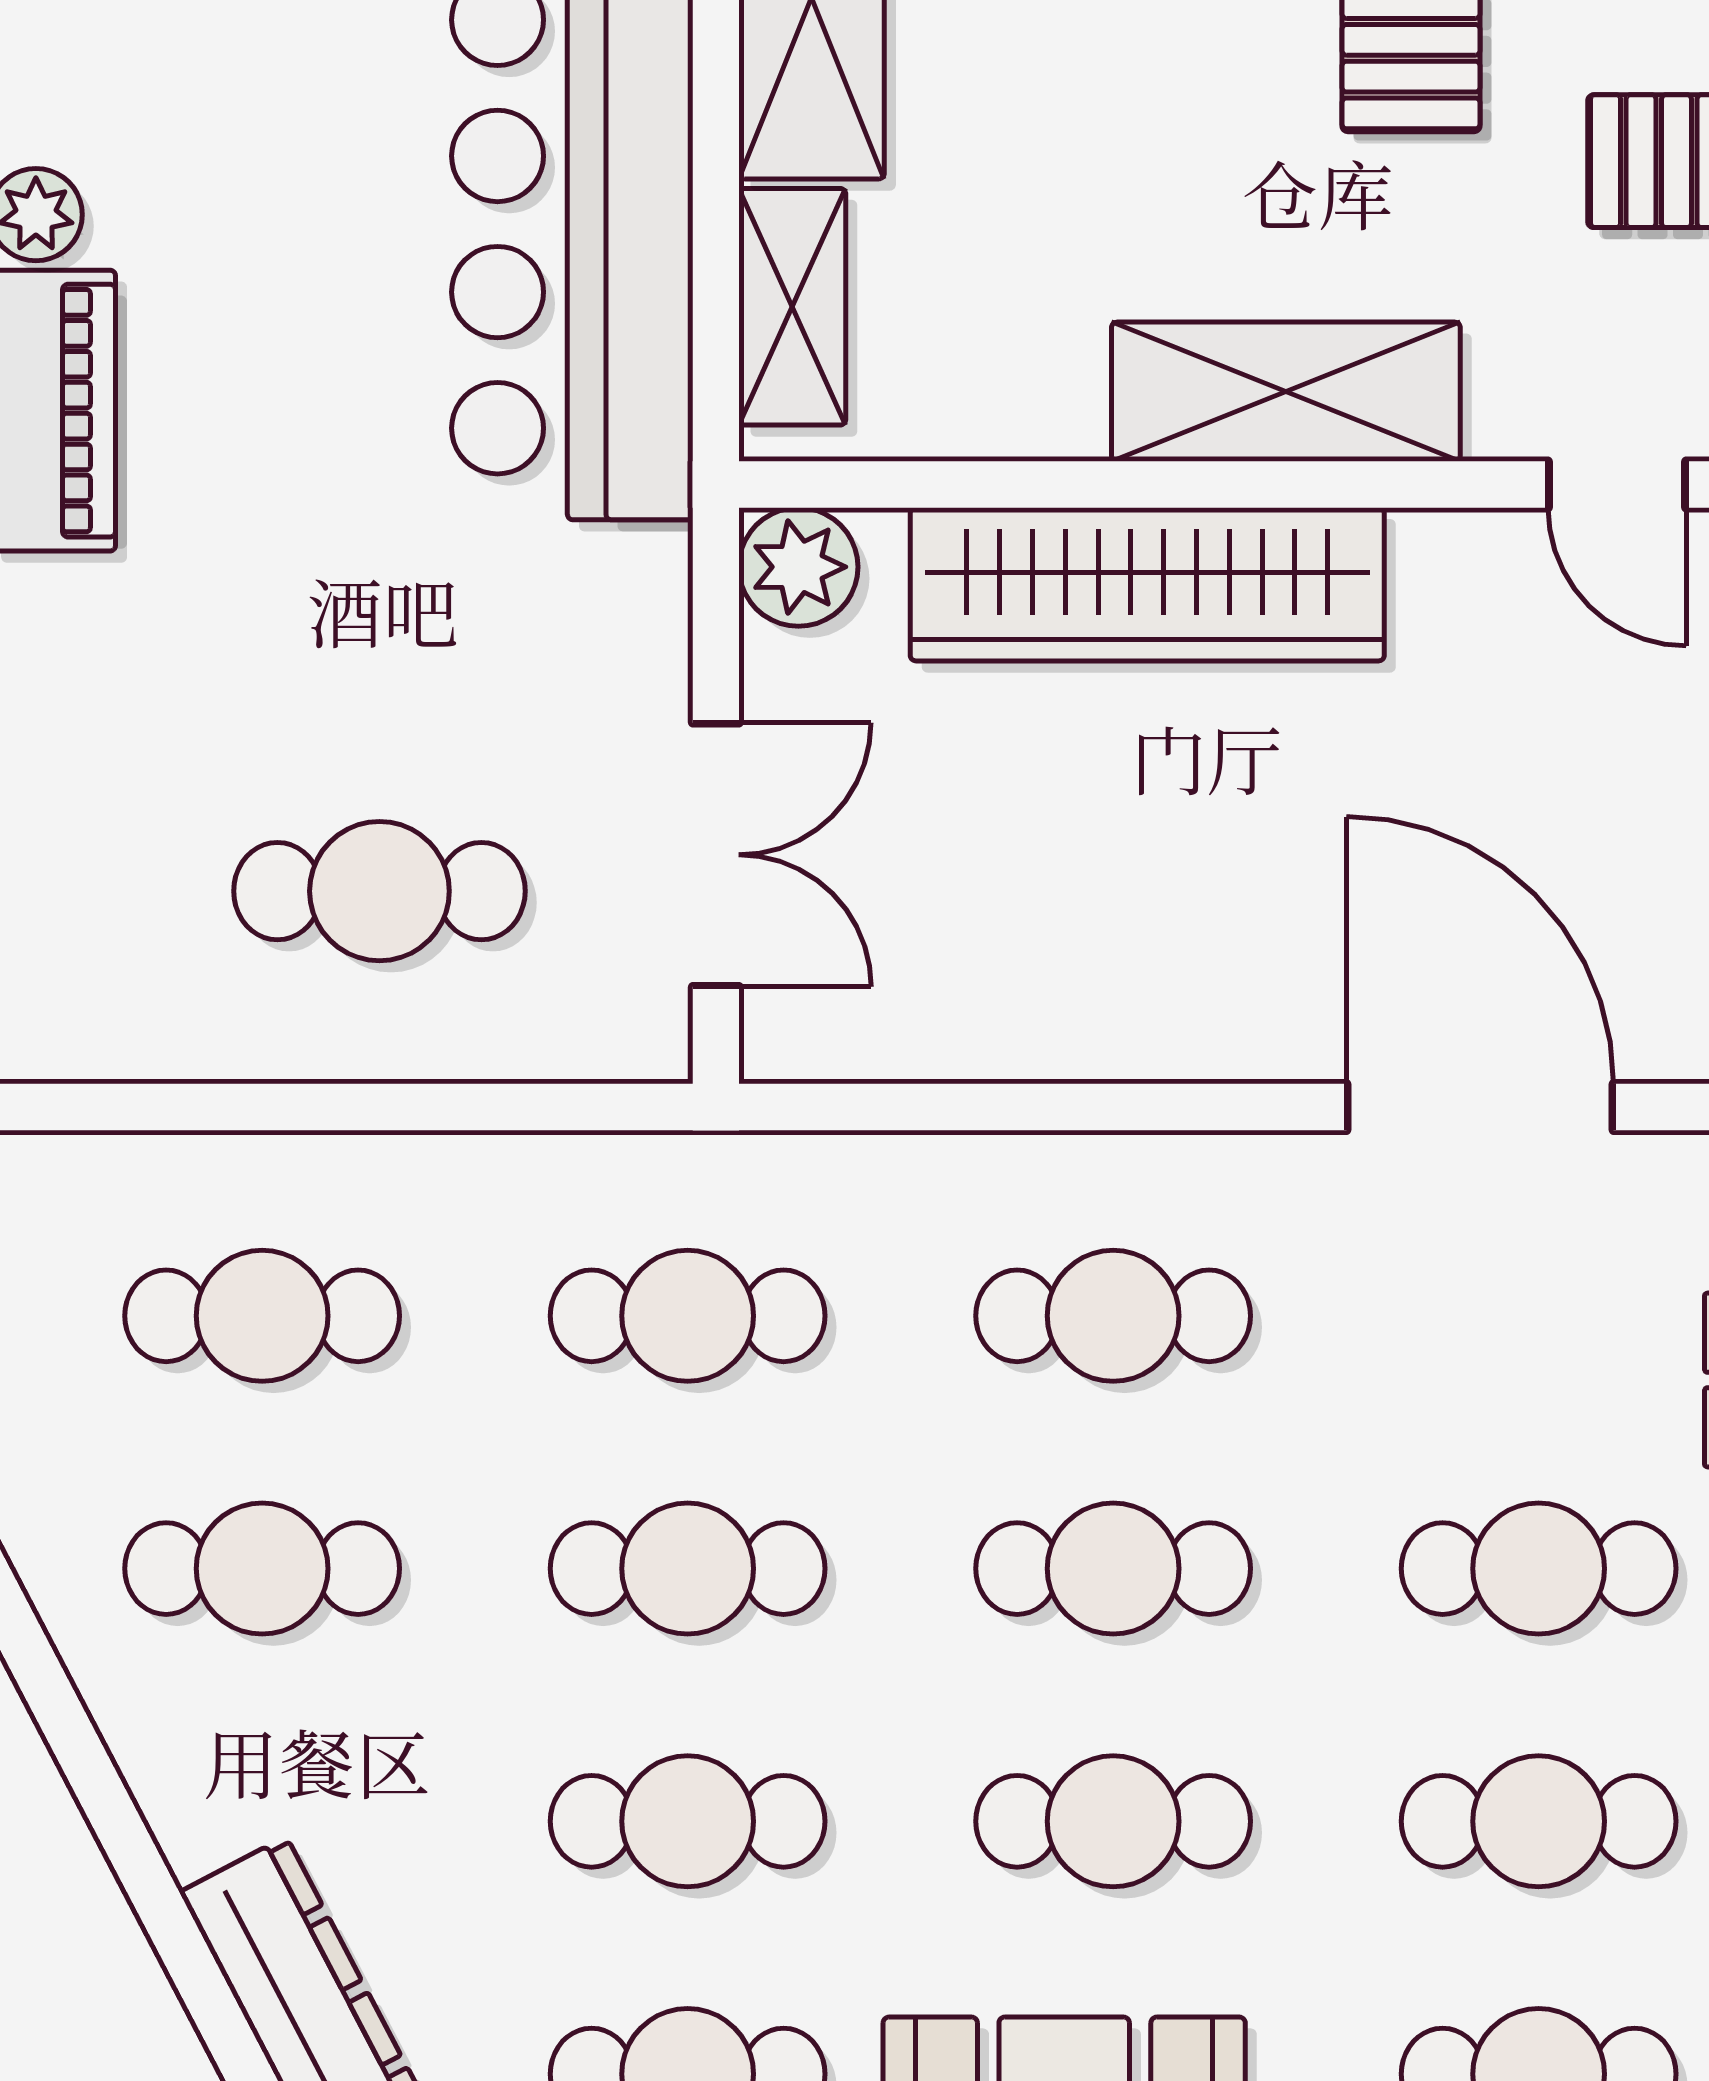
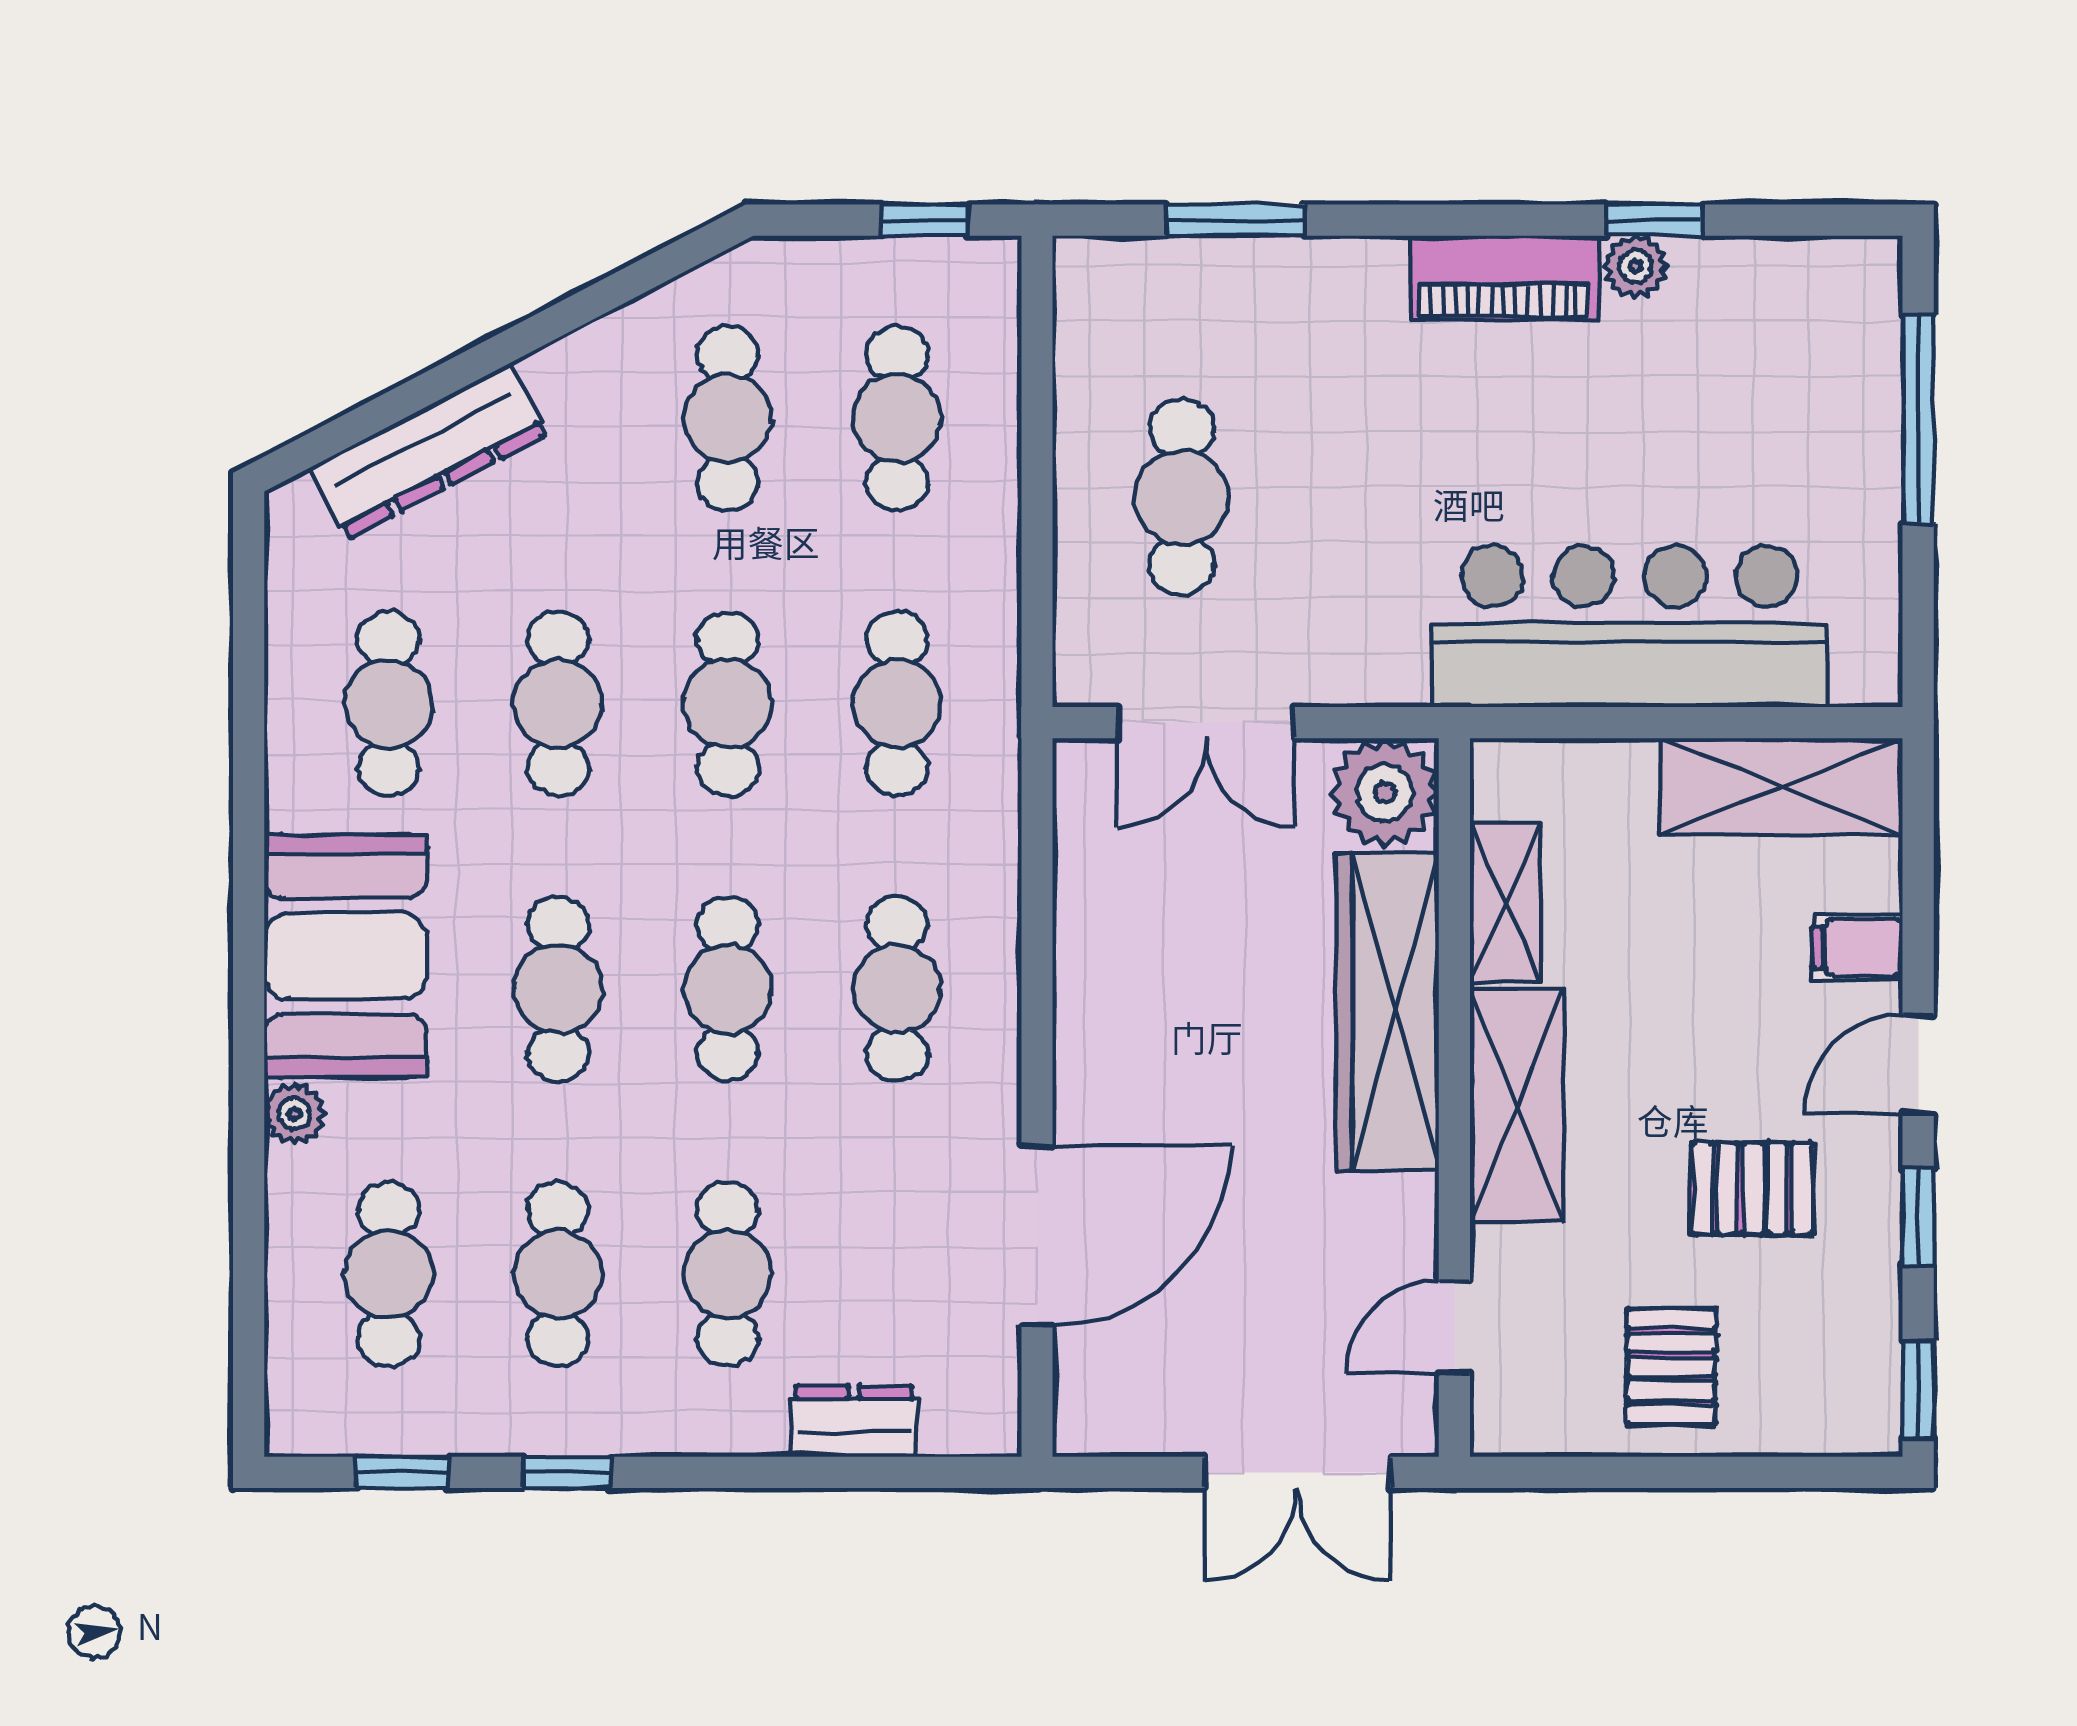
shelving: (792, 307) -> (1506, 902), moved, turned 90
plant: (798, 567) -> (1385, 792), width x1.36, depth x1.36

